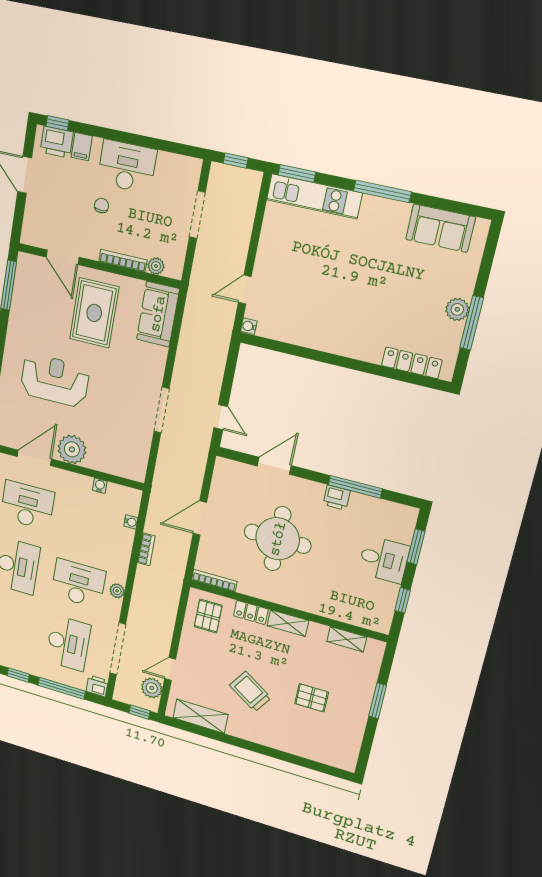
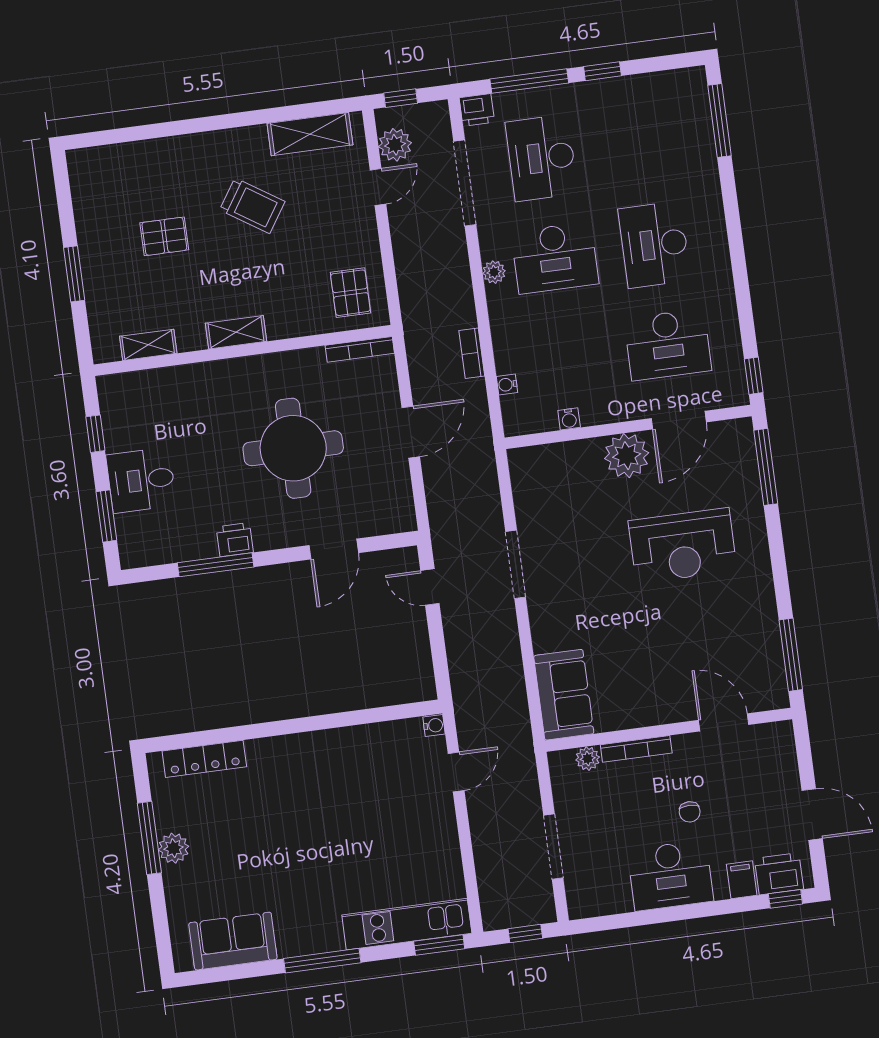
rug: (94, 313) -> (654, 663), removed
locker: (251, 612) -> (292, 325), removed

